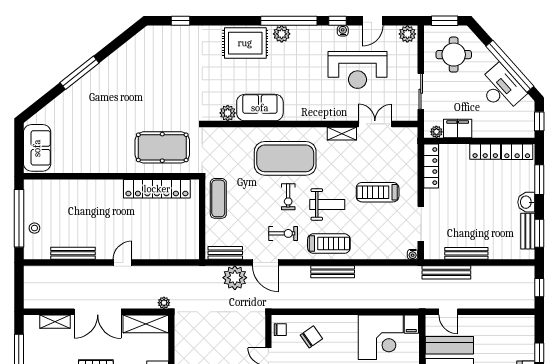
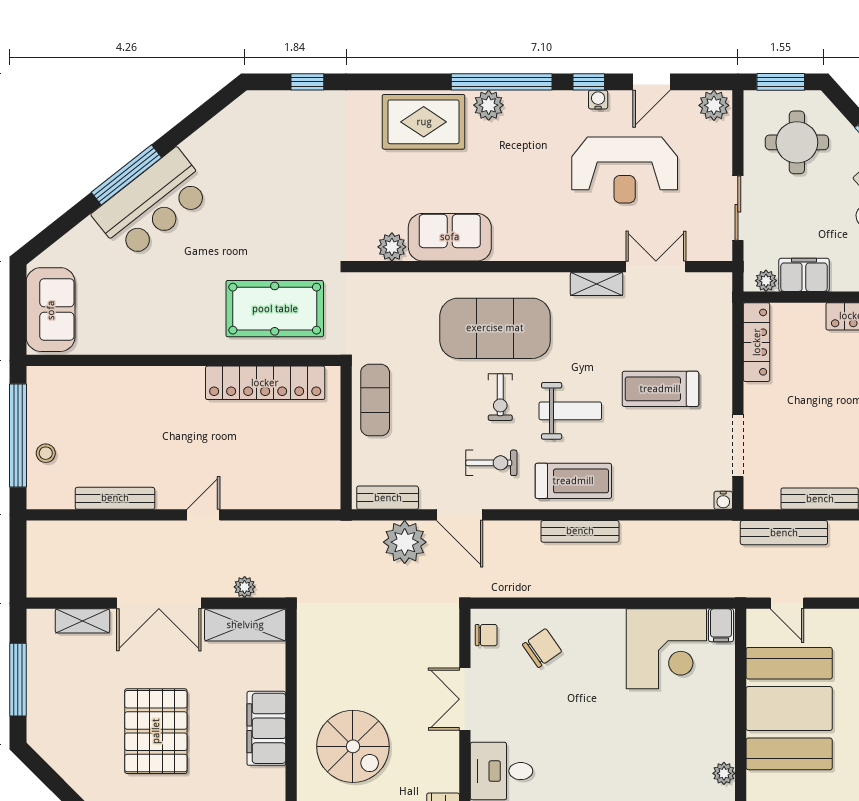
bar counter: (94, 89) -> (152, 204), added
plant: (164, 303) -> (245, 587), moved

